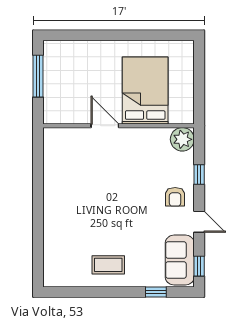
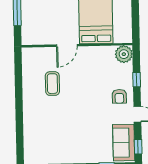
door: (105, 126) -> (67, 45), swing flipped
coffee table: (108, 265) -> (52, 84), moved, turned 90

